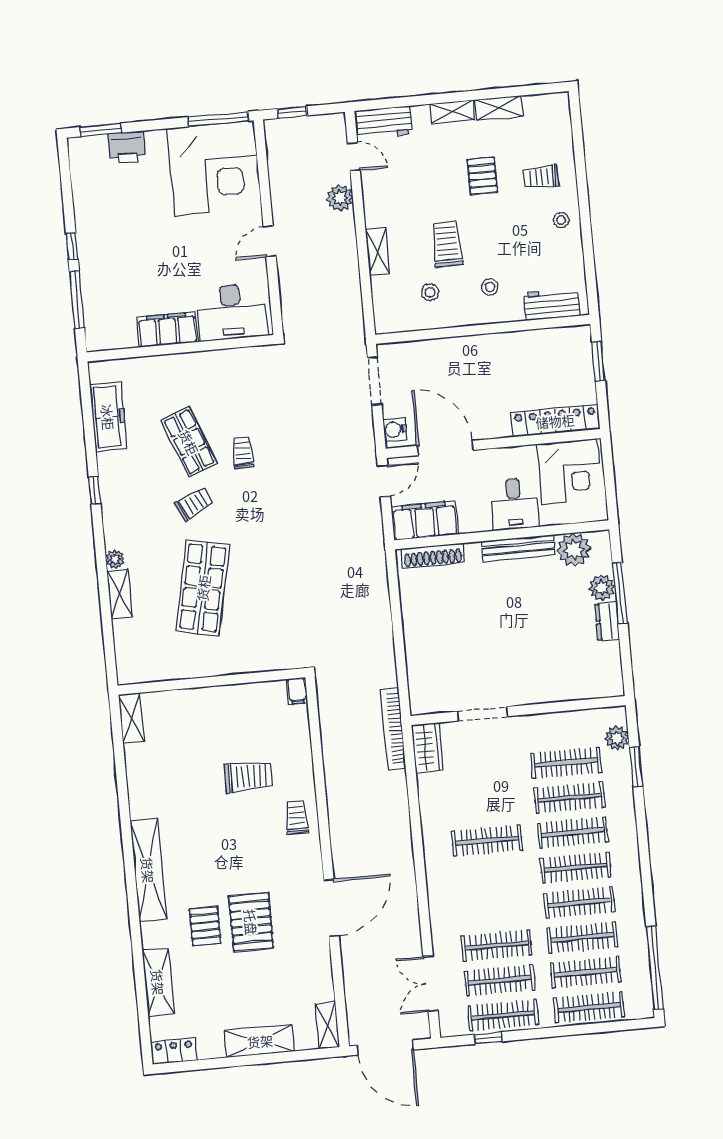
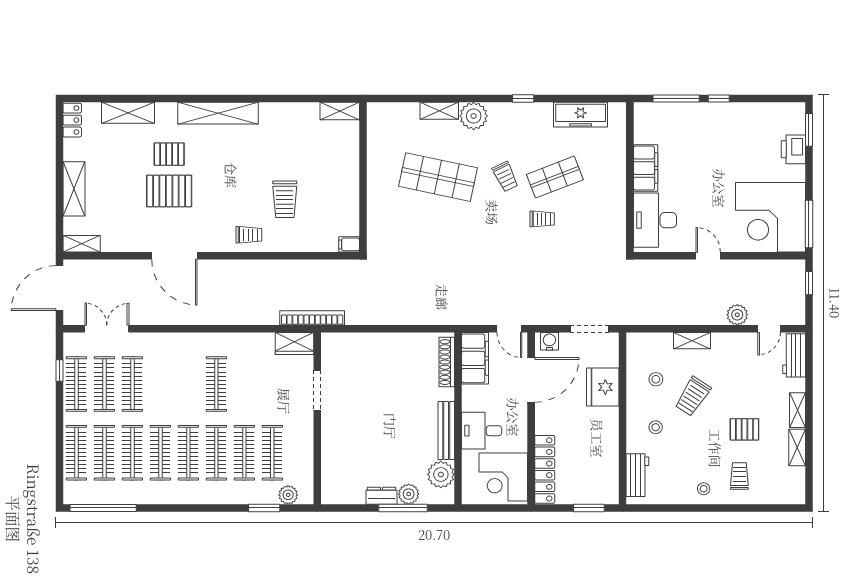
trolley: (447, 244) -> (693, 396), turned 124
fridge: (446, 358) -> (603, 387), added
plant: (115, 559) -> (474, 116), width x1.87, depth x1.87

